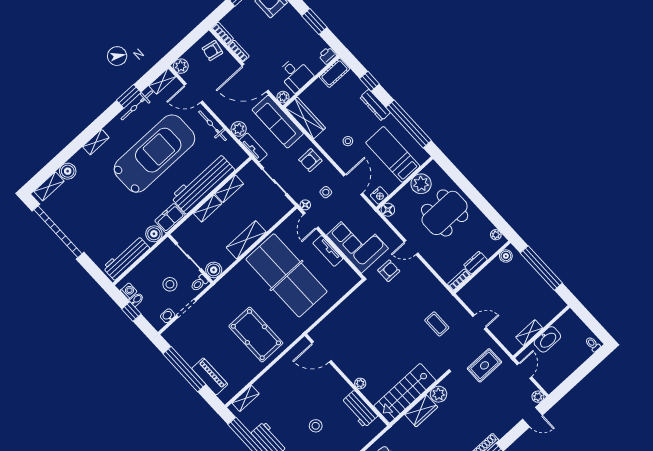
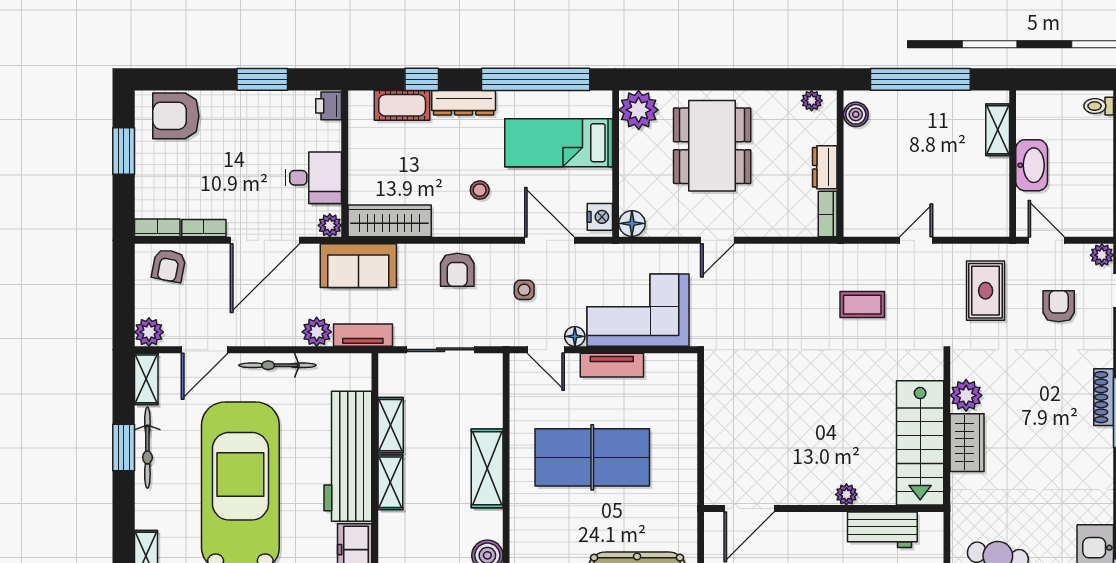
cot: (334, 73) -> (402, 105), moved, turned 90
sofa: (278, 122) -> (358, 266), width x0.73
plant: (421, 184) -> (639, 110), moved
floor lamp: (305, 205) -> (575, 336), moved
armchair: (389, 271) -> (1059, 306), moved
table tennis table: (287, 275) -> (592, 457), width x0.73, depth x0.76
shelving: (529, 333) -> (998, 130), moved

